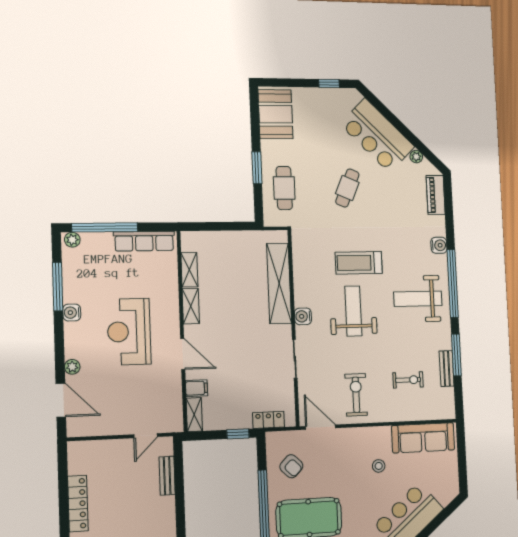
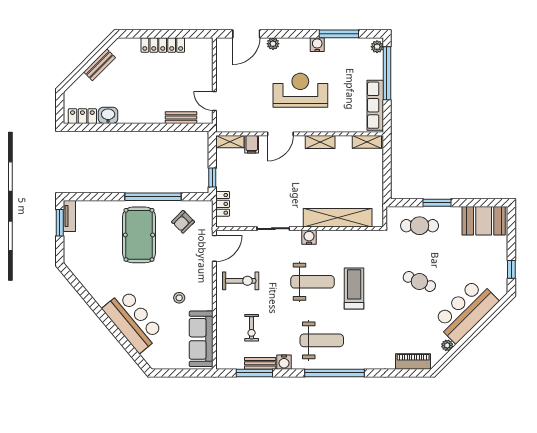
water cooler: (439, 245) -> (284, 362), moved
shelving: (189, 270) -> (367, 142), moved
weight bench: (418, 299) -> (322, 340), turned 90
window: (456, 355) -> (254, 373), moved

